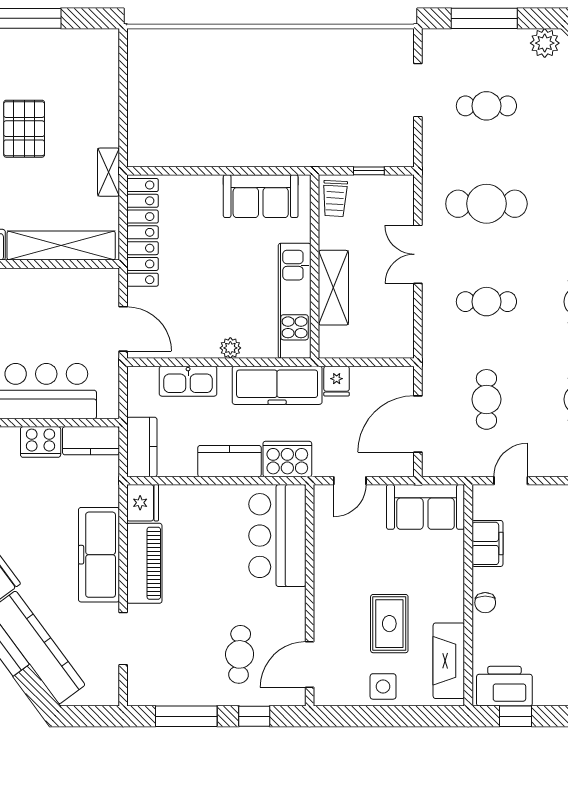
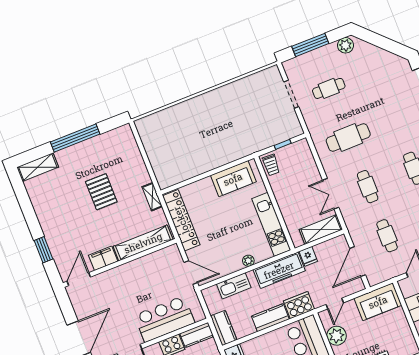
double door: (418, 254) -> (331, 194), moved
shelving: (333, 288) -> (321, 229), moved, turned 90
cafe table: (486, 302) -> (368, 187), turned 90
plant: (331, 537) -> (336, 336), added

